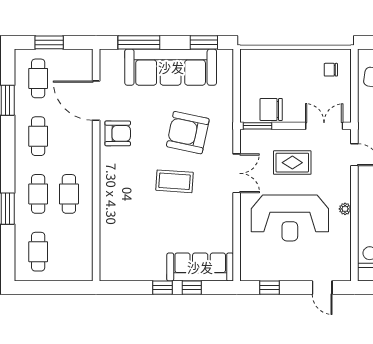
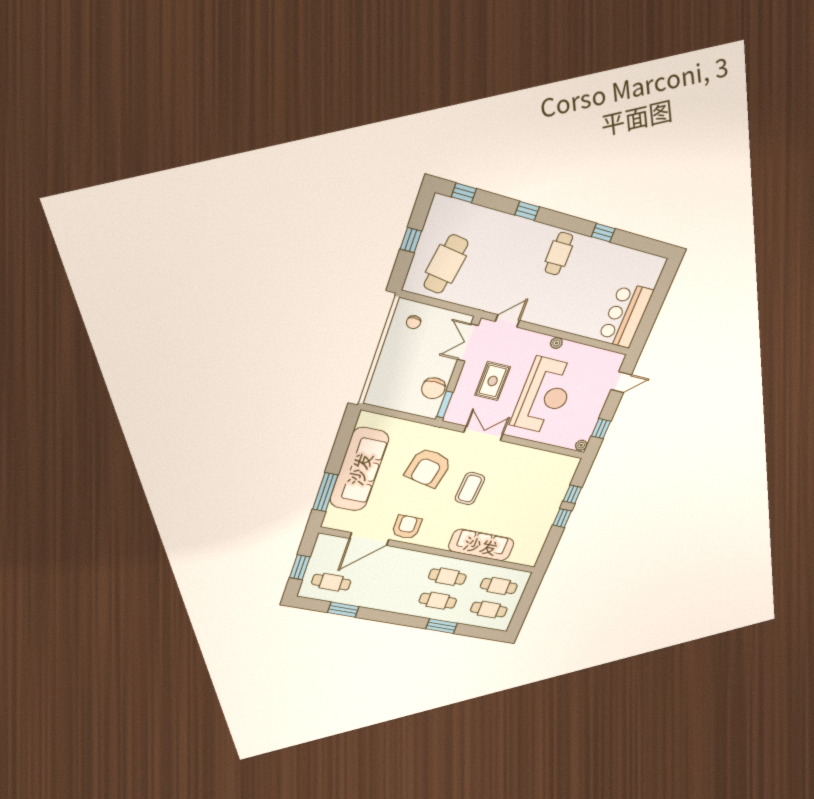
window: (204, 42) -> (345, 435), removed
cafe table: (38, 136) -> (499, 586), moved
sofa: (200, 267) -> (481, 545), moved, turned 90
plant: (247, 275) -> (581, 445), added

